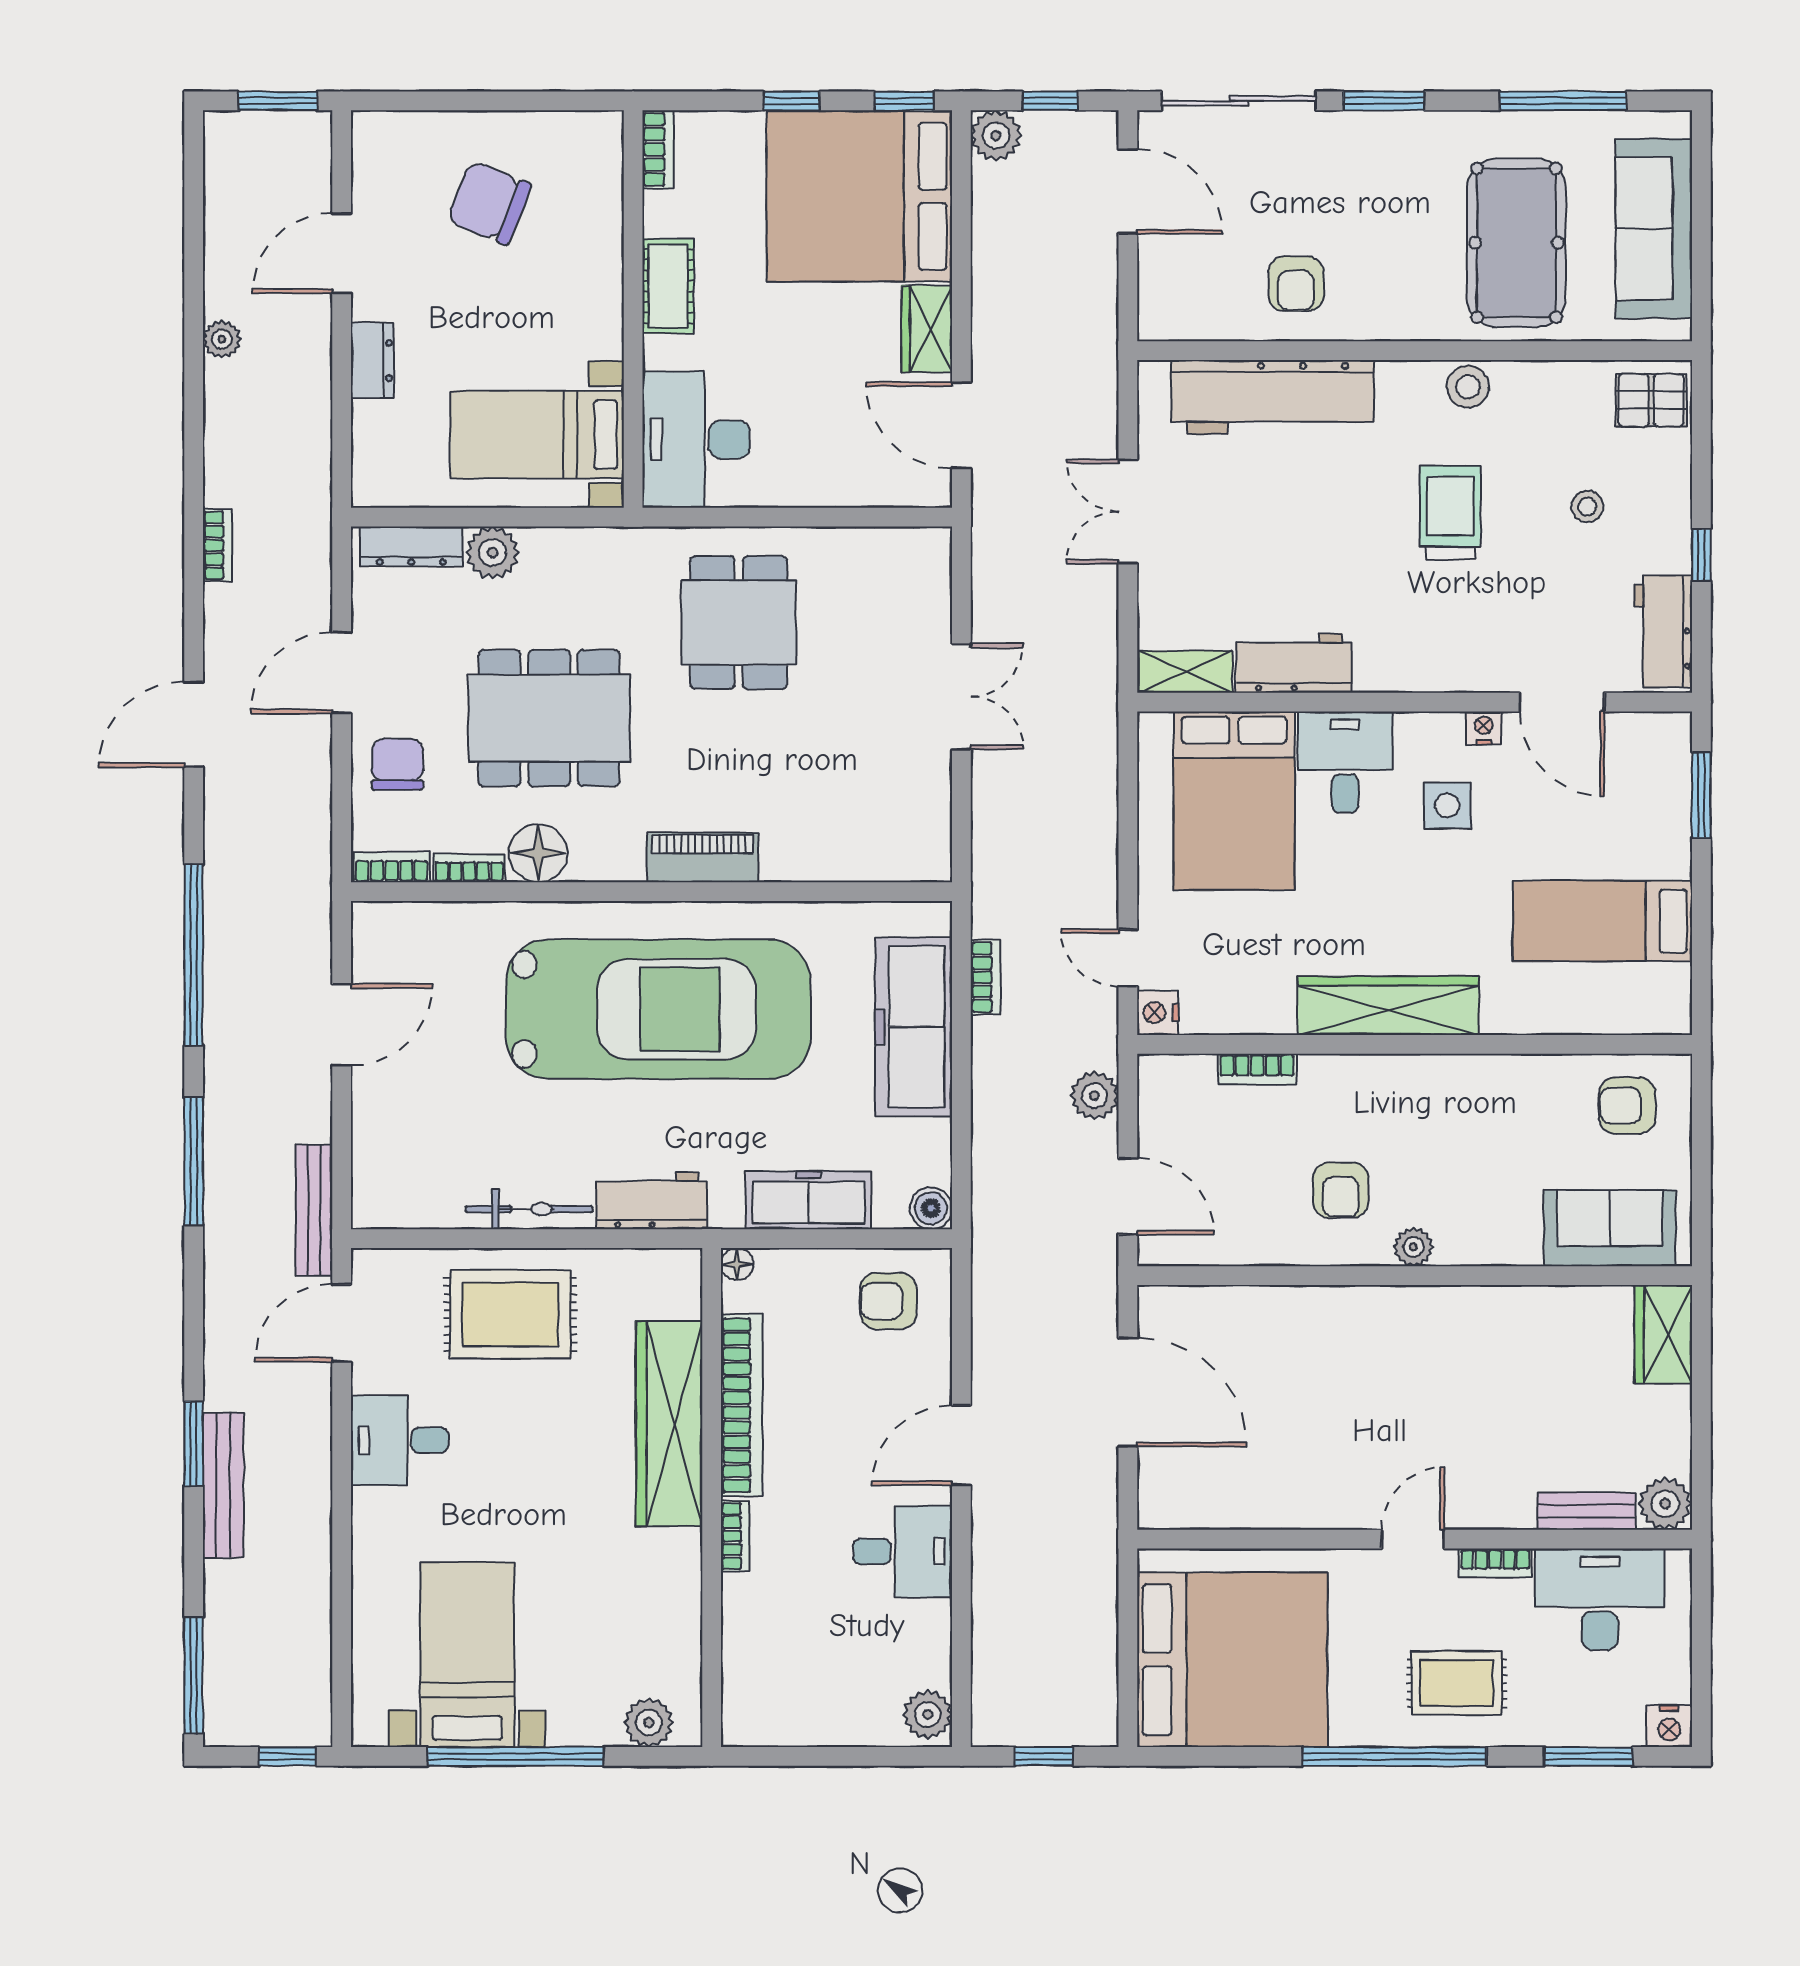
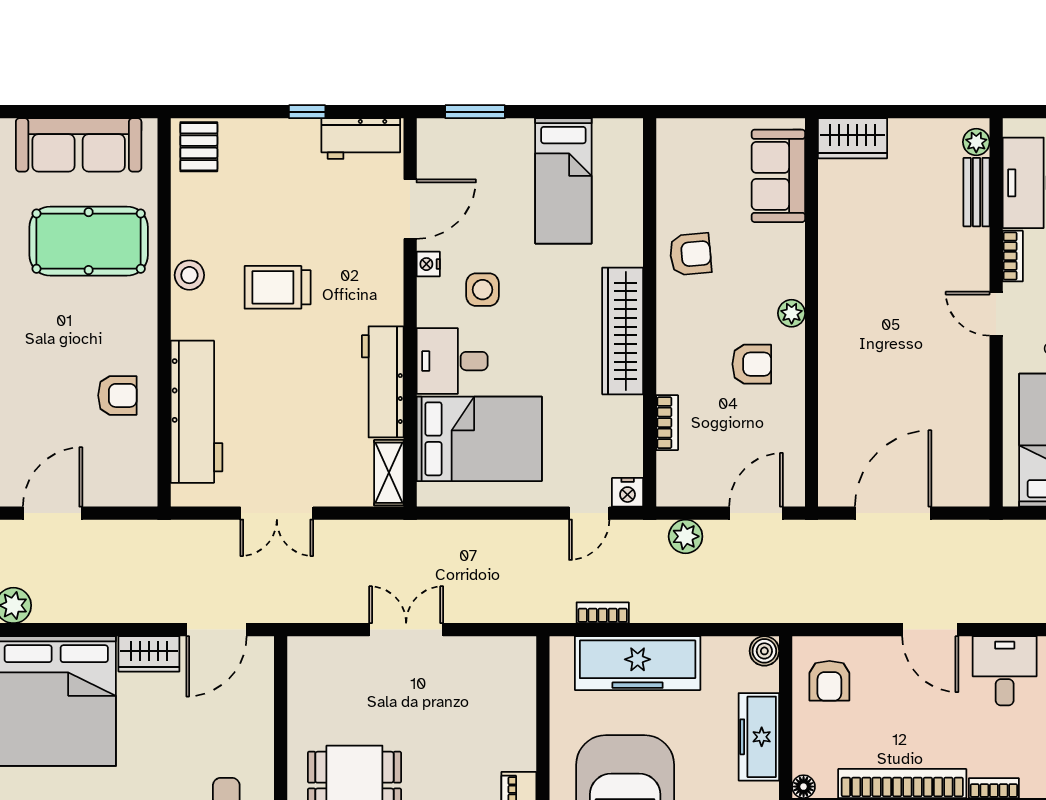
stool: (1587, 507) -> (273, 192), removed
workbench: (1294, 663) -> (383, 382), width x1.38
armchair: (1627, 1106) -> (690, 254), moved, turned -95
plant: (1665, 1504) -> (976, 142), width x0.73, depth x0.73

